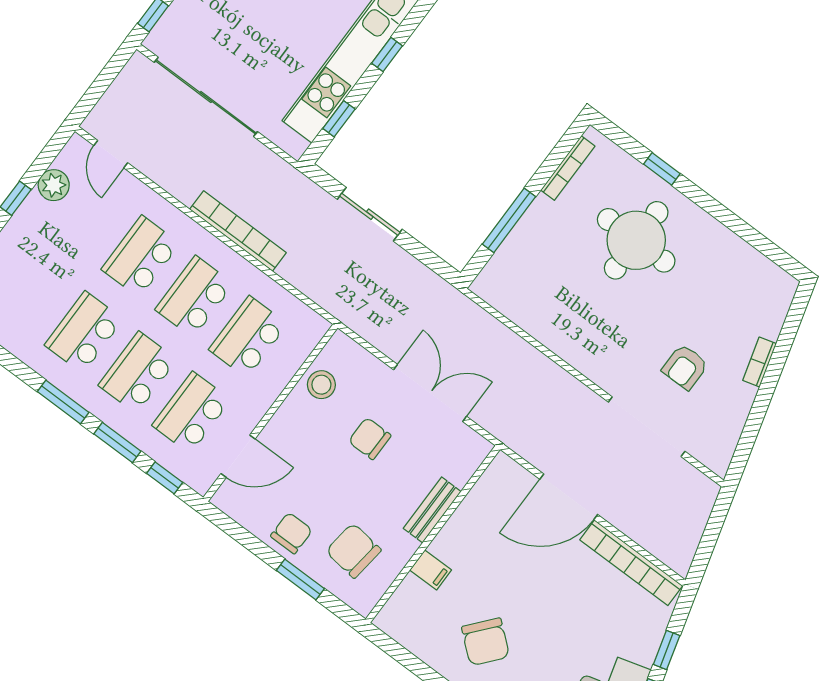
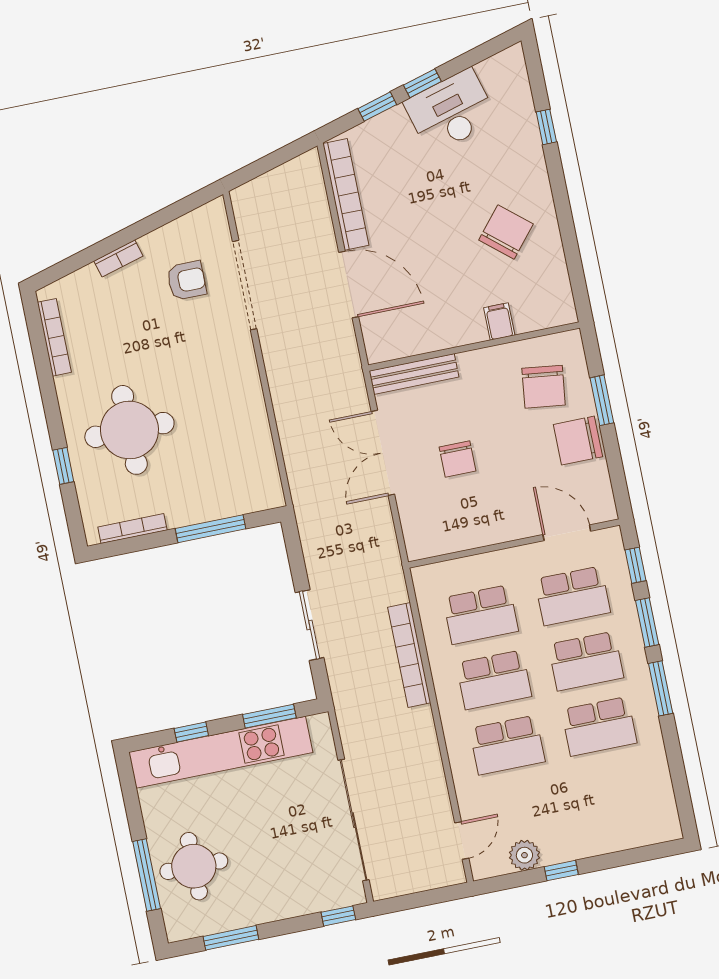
window: (339, 119) -> (269, 716), width x1.50
bookcase: (238, 231) -> (409, 655), moved
bookcase: (755, 260) -> (54, 337), added
armchair: (685, 367) -> (187, 281), moved
stool: (321, 385) -> (458, 531), removed
bench: (432, 510) -> (414, 374), moved, width x1.36
chair: (291, 533) -> (578, 441), width x1.37, depth x1.37

